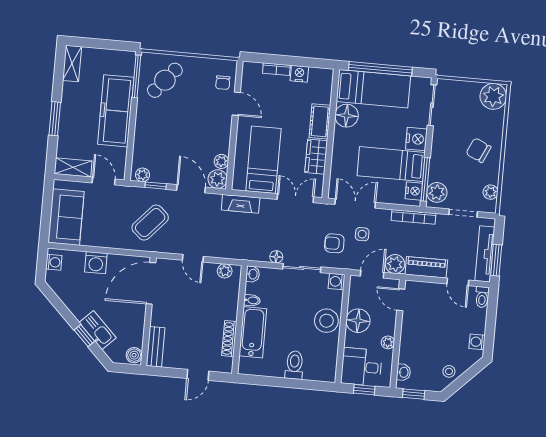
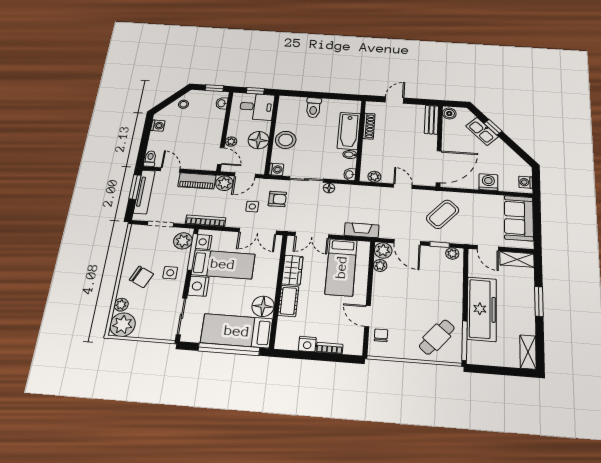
side table: (448, 155) -> (170, 273), added
plant: (491, 192) -> (121, 305), moved
plant: (388, 342) -> (231, 142), moved

